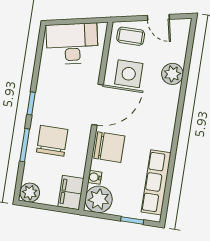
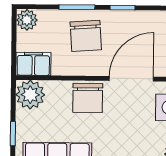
door: (97, 105) -> (131, 79), swing flipped
chair: (52, 141) -> (86, 36), turned 86
water cooler: (95, 177) -> (53, 87), removed

